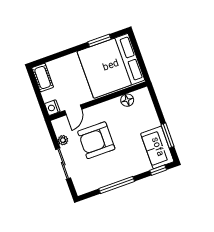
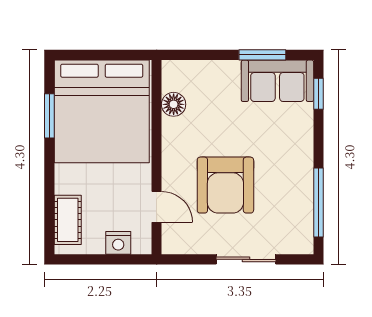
cot: (43, 77) -> (68, 220), moved, turned 90
nightstand: (52, 108) -> (118, 243), moved
plant: (63, 140) -> (204, 245), removed
window: (117, 185) -> (319, 202), moved

